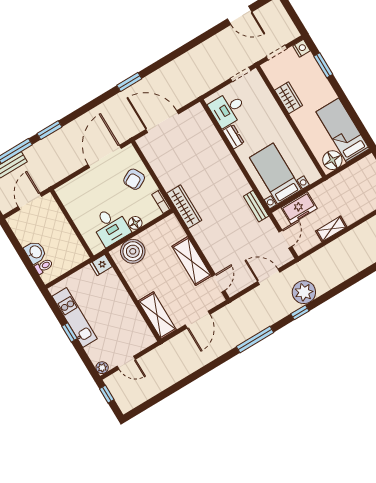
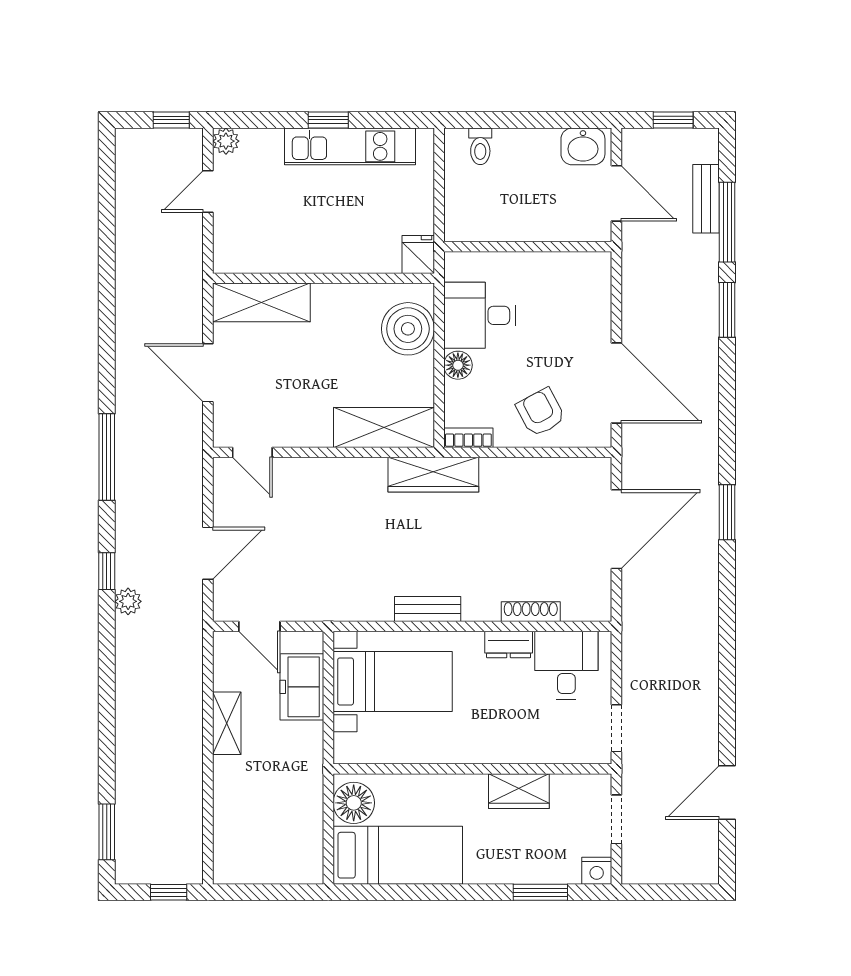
shoe rack: (215, 136) -> (531, 612), added
bench: (256, 206) -> (428, 609), moved
washbasin: (35, 252) -> (583, 146), moved
shelving: (192, 261) -> (384, 427), moved
plant: (304, 292) -> (128, 601), width x0.53, depth x0.53

